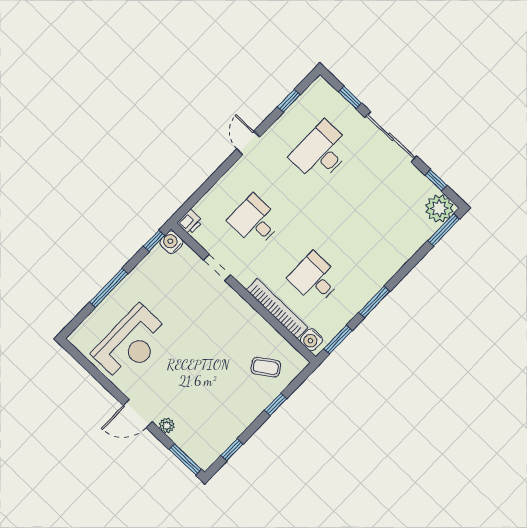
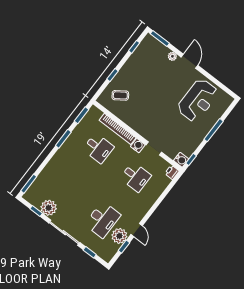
plant: (295, 120) -> (119, 236), added
door: (248, 143) -> (137, 230), moved
plant: (439, 208) -> (49, 208), moved
water cooler: (311, 340) -> (138, 146), moved
reception desk: (131, 343) -> (198, 100), turned 180
door: (138, 414) -> (189, 61), hinge flipped

